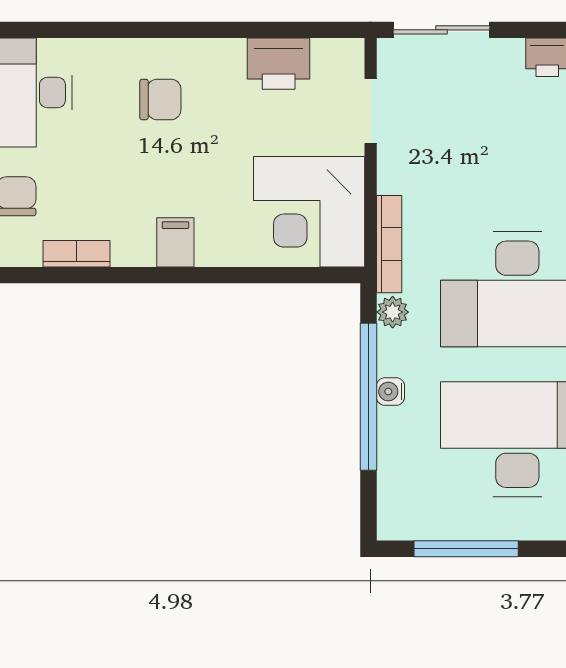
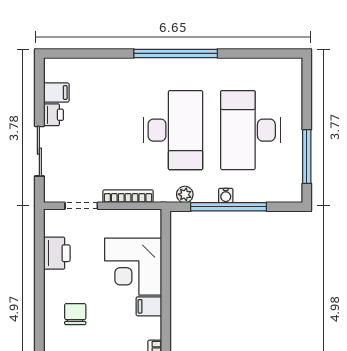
sliding door: (442, 30) -> (39, 151), moved
corner desk: (309, 212) -> (133, 267), moved, turned 90
bookcase: (389, 244) -> (128, 196), moved

